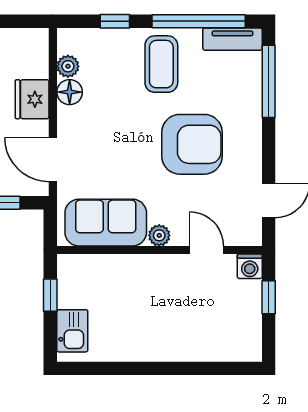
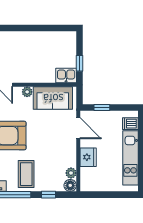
floor lamp: (70, 92) -> (70, 185), moved
kitchen sink: (72, 331) -> (66, 76), moved, turned 90

